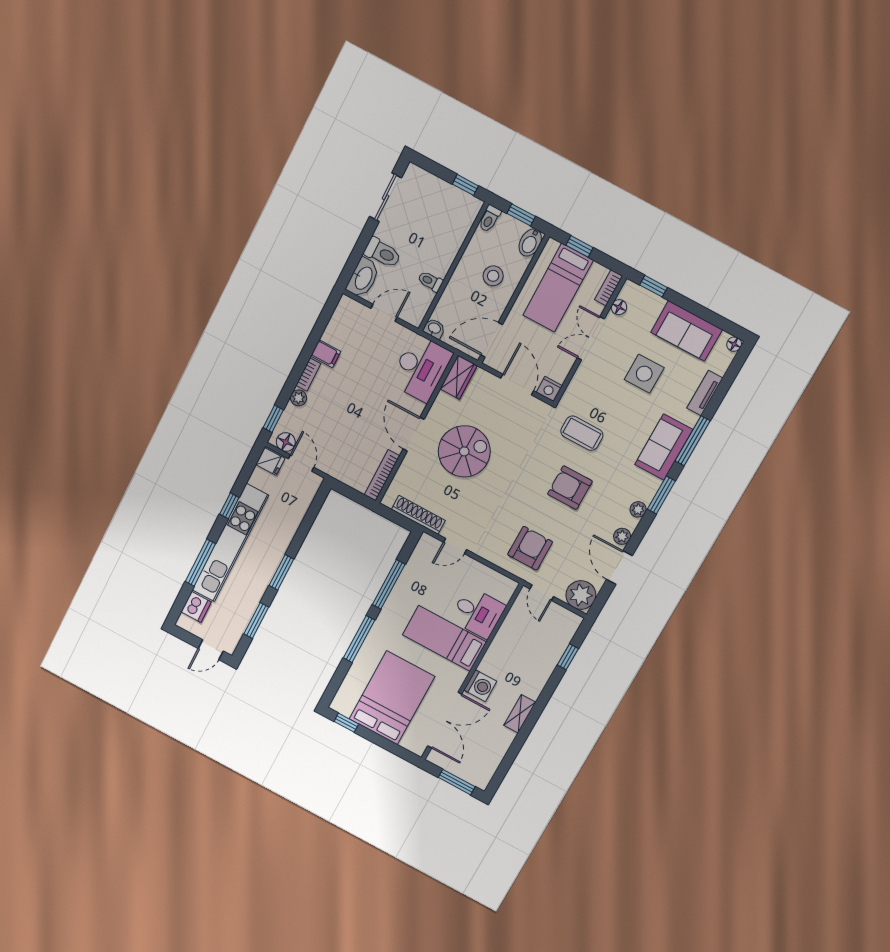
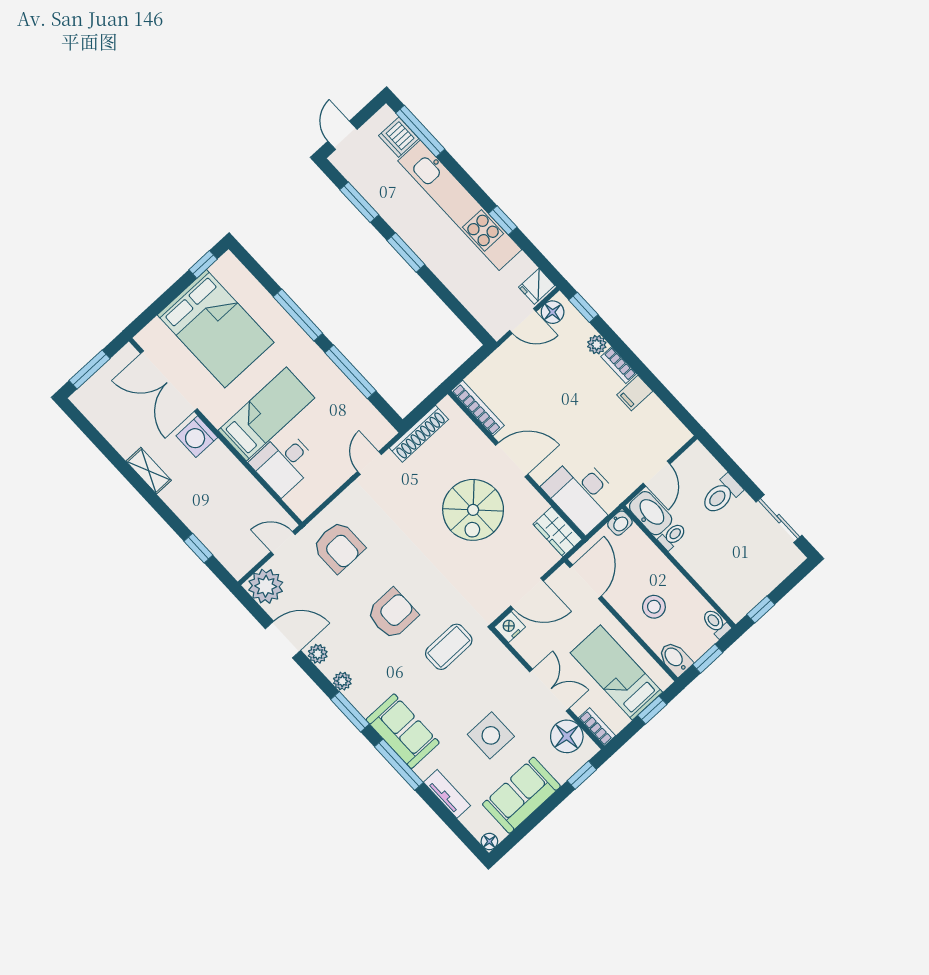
washbasin: (363, 278) -> (651, 513), moved, turned 180
floor lamp: (619, 307) -> (567, 736), width x1.89, depth x1.89
window: (200, 563) -> (420, 131), moved

